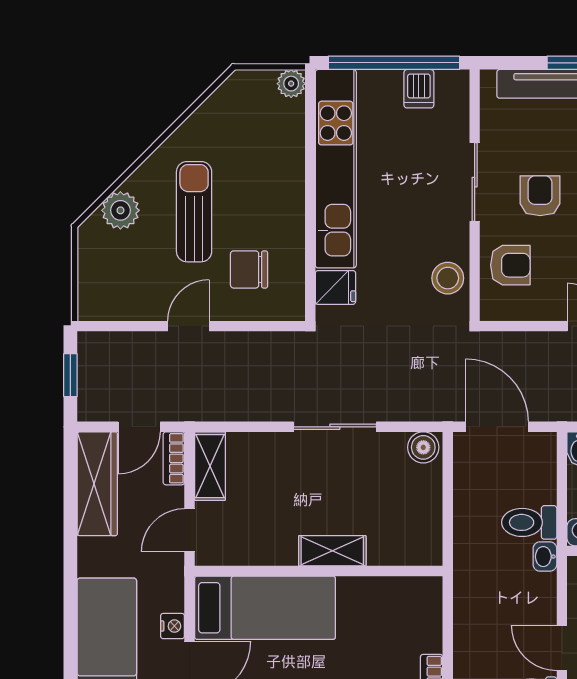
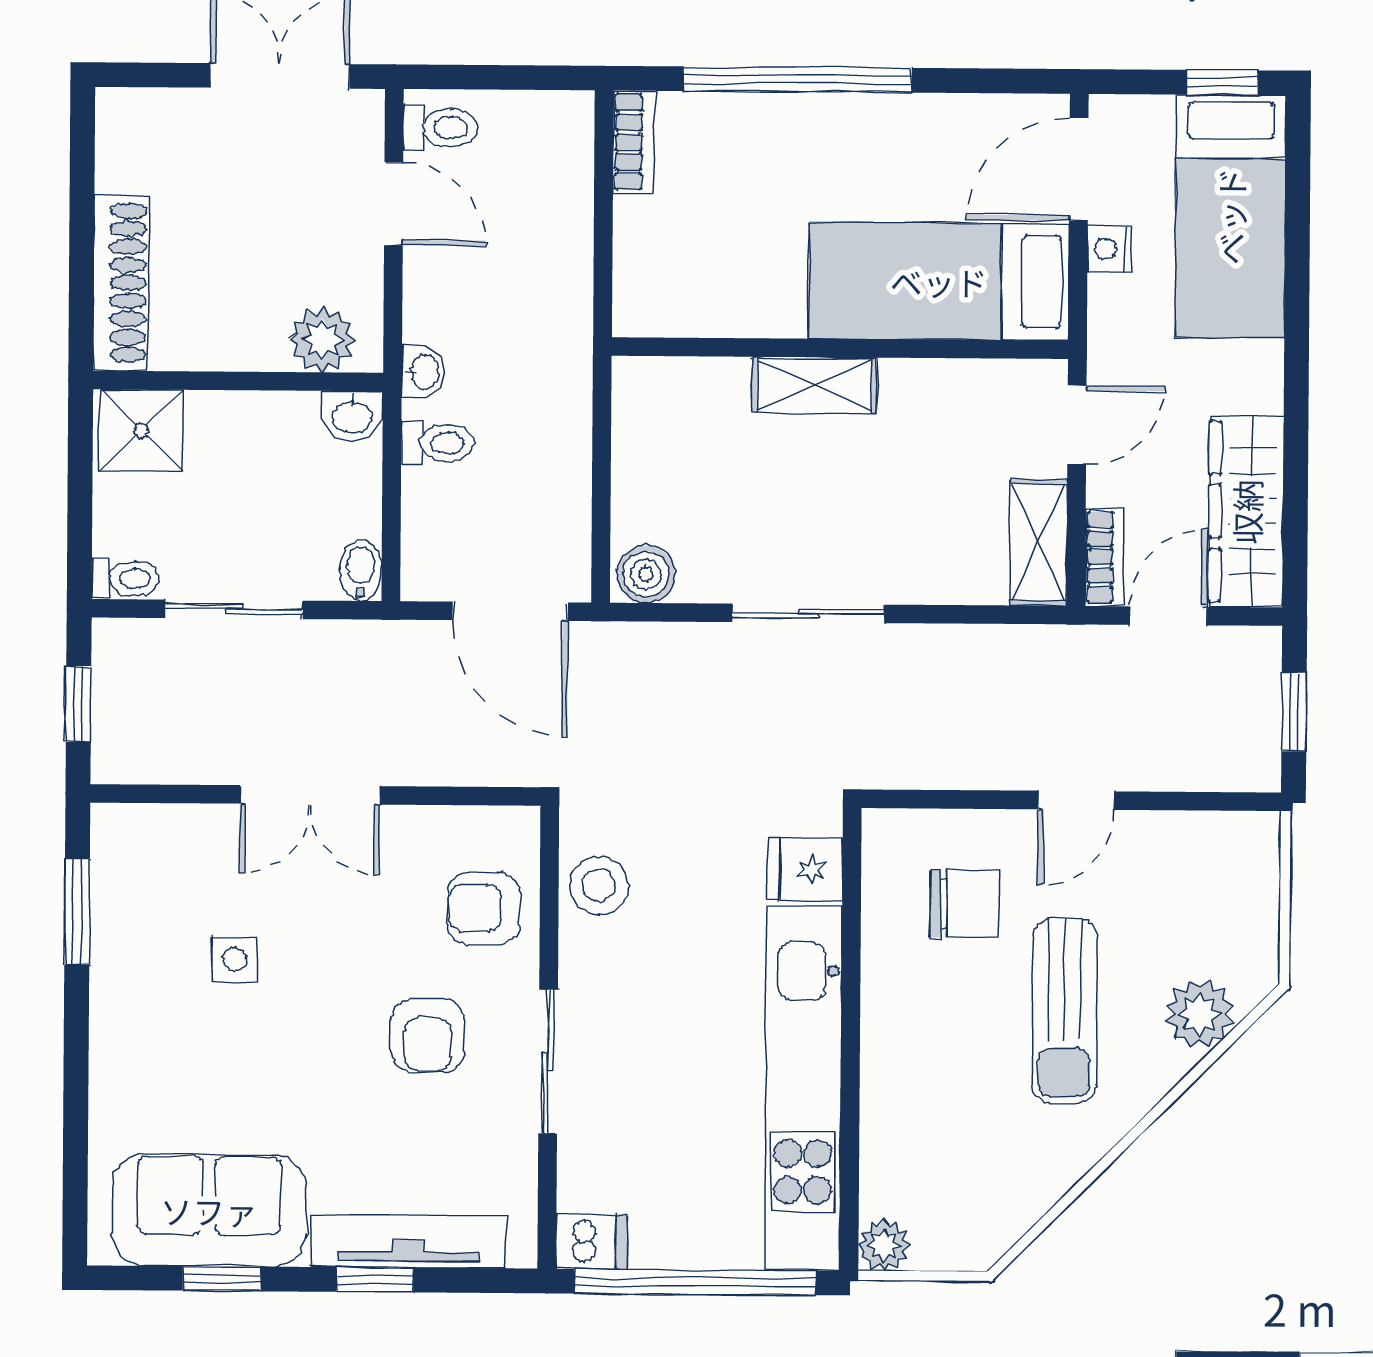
dishwasher: (419, 89) -> (591, 1241), moved, turned 90
toilet: (529, 522) -> (438, 443), width x0.73, depth x0.72

